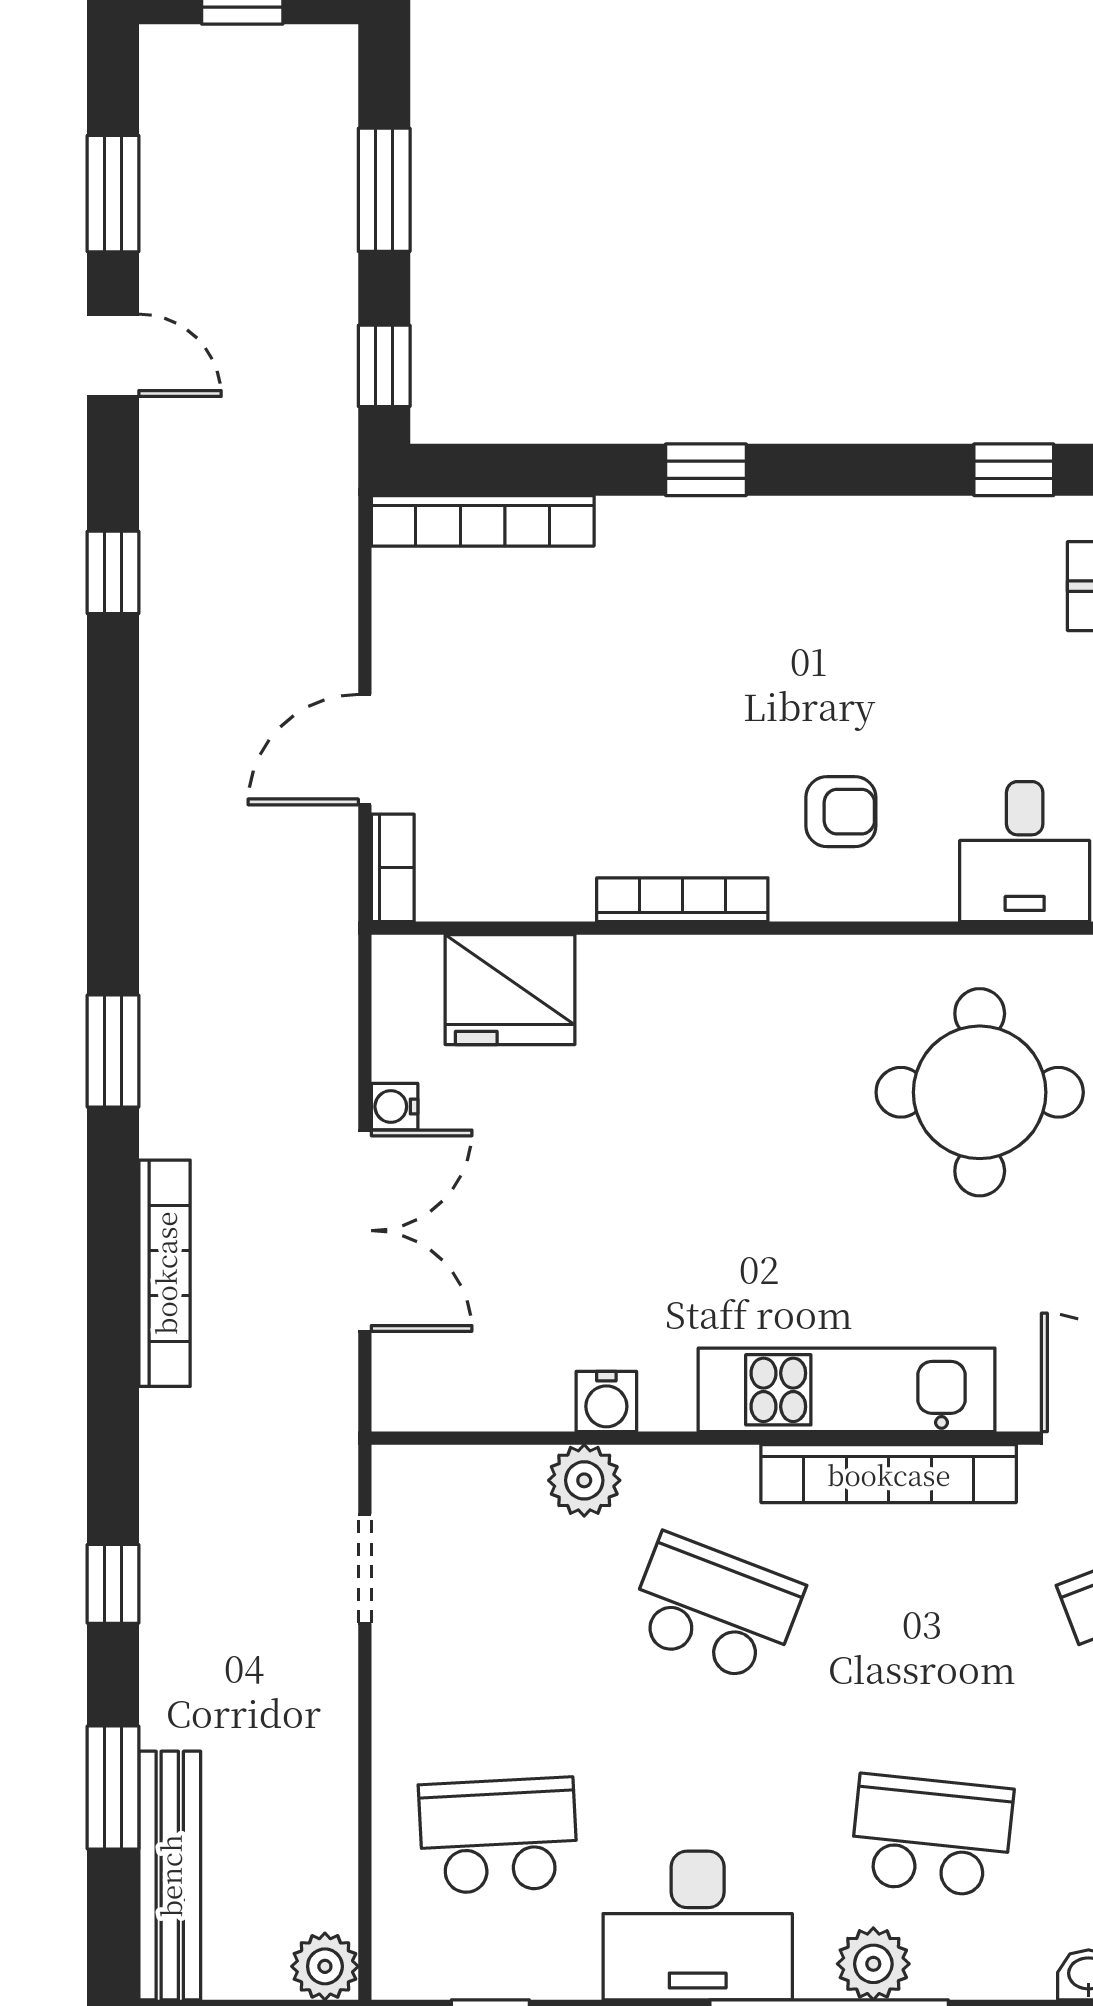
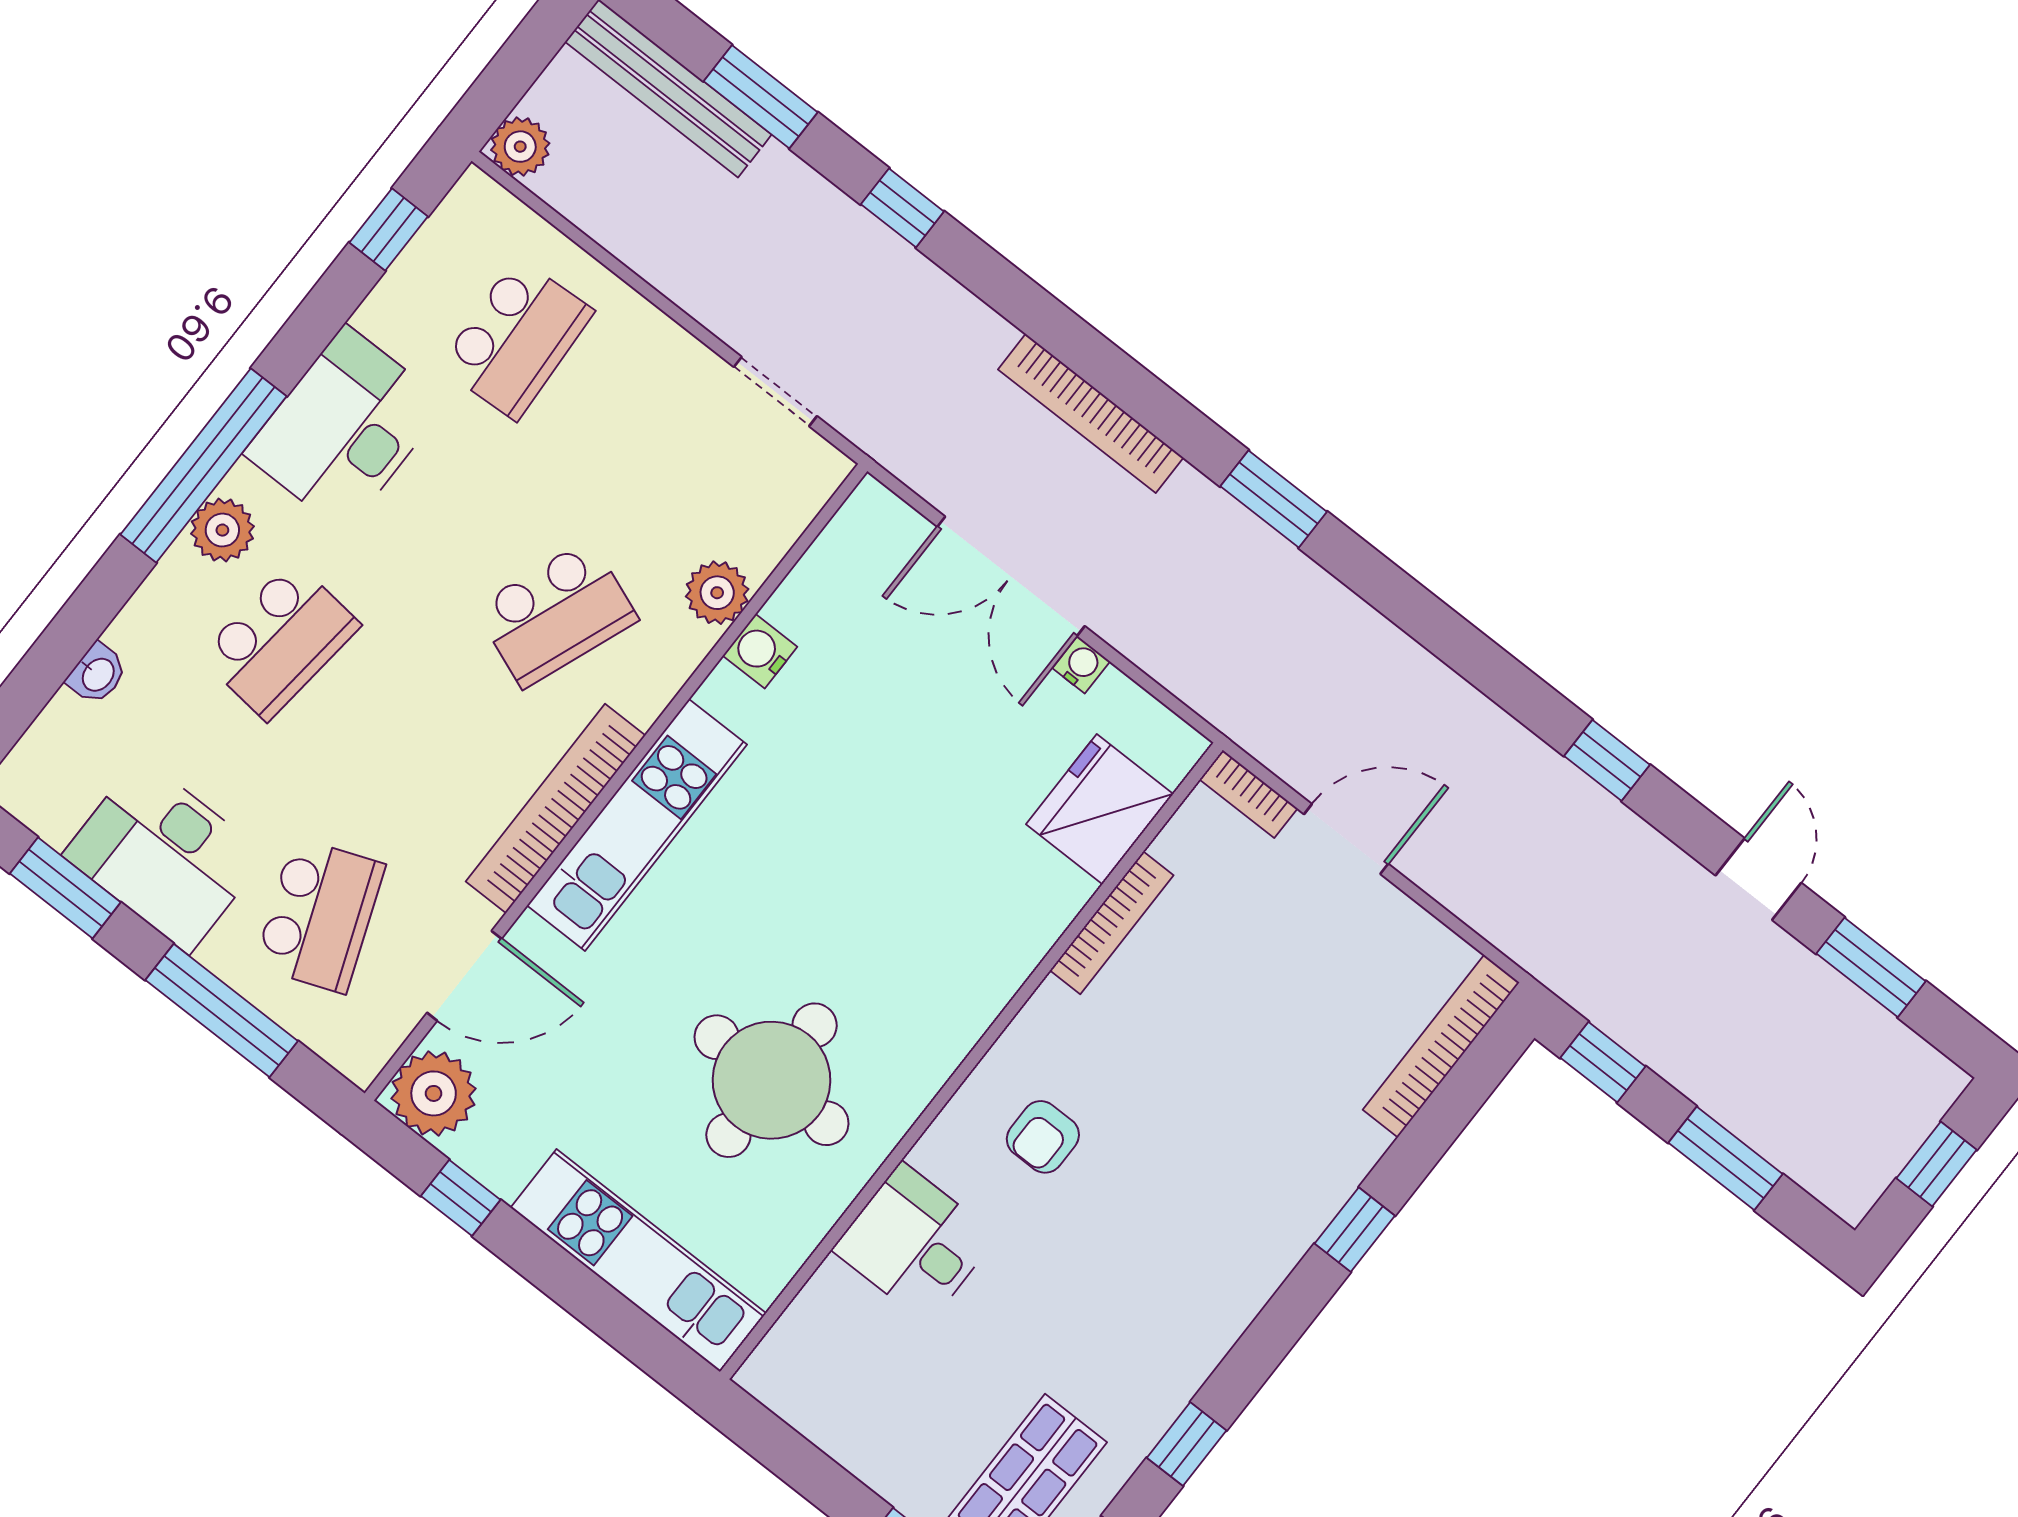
door: (113, 355) -> (1758, 879), swing flipped
door: (365, 750) -> (1346, 839), hinge flipped
bookcase: (682, 900) -> (1112, 923), moved

